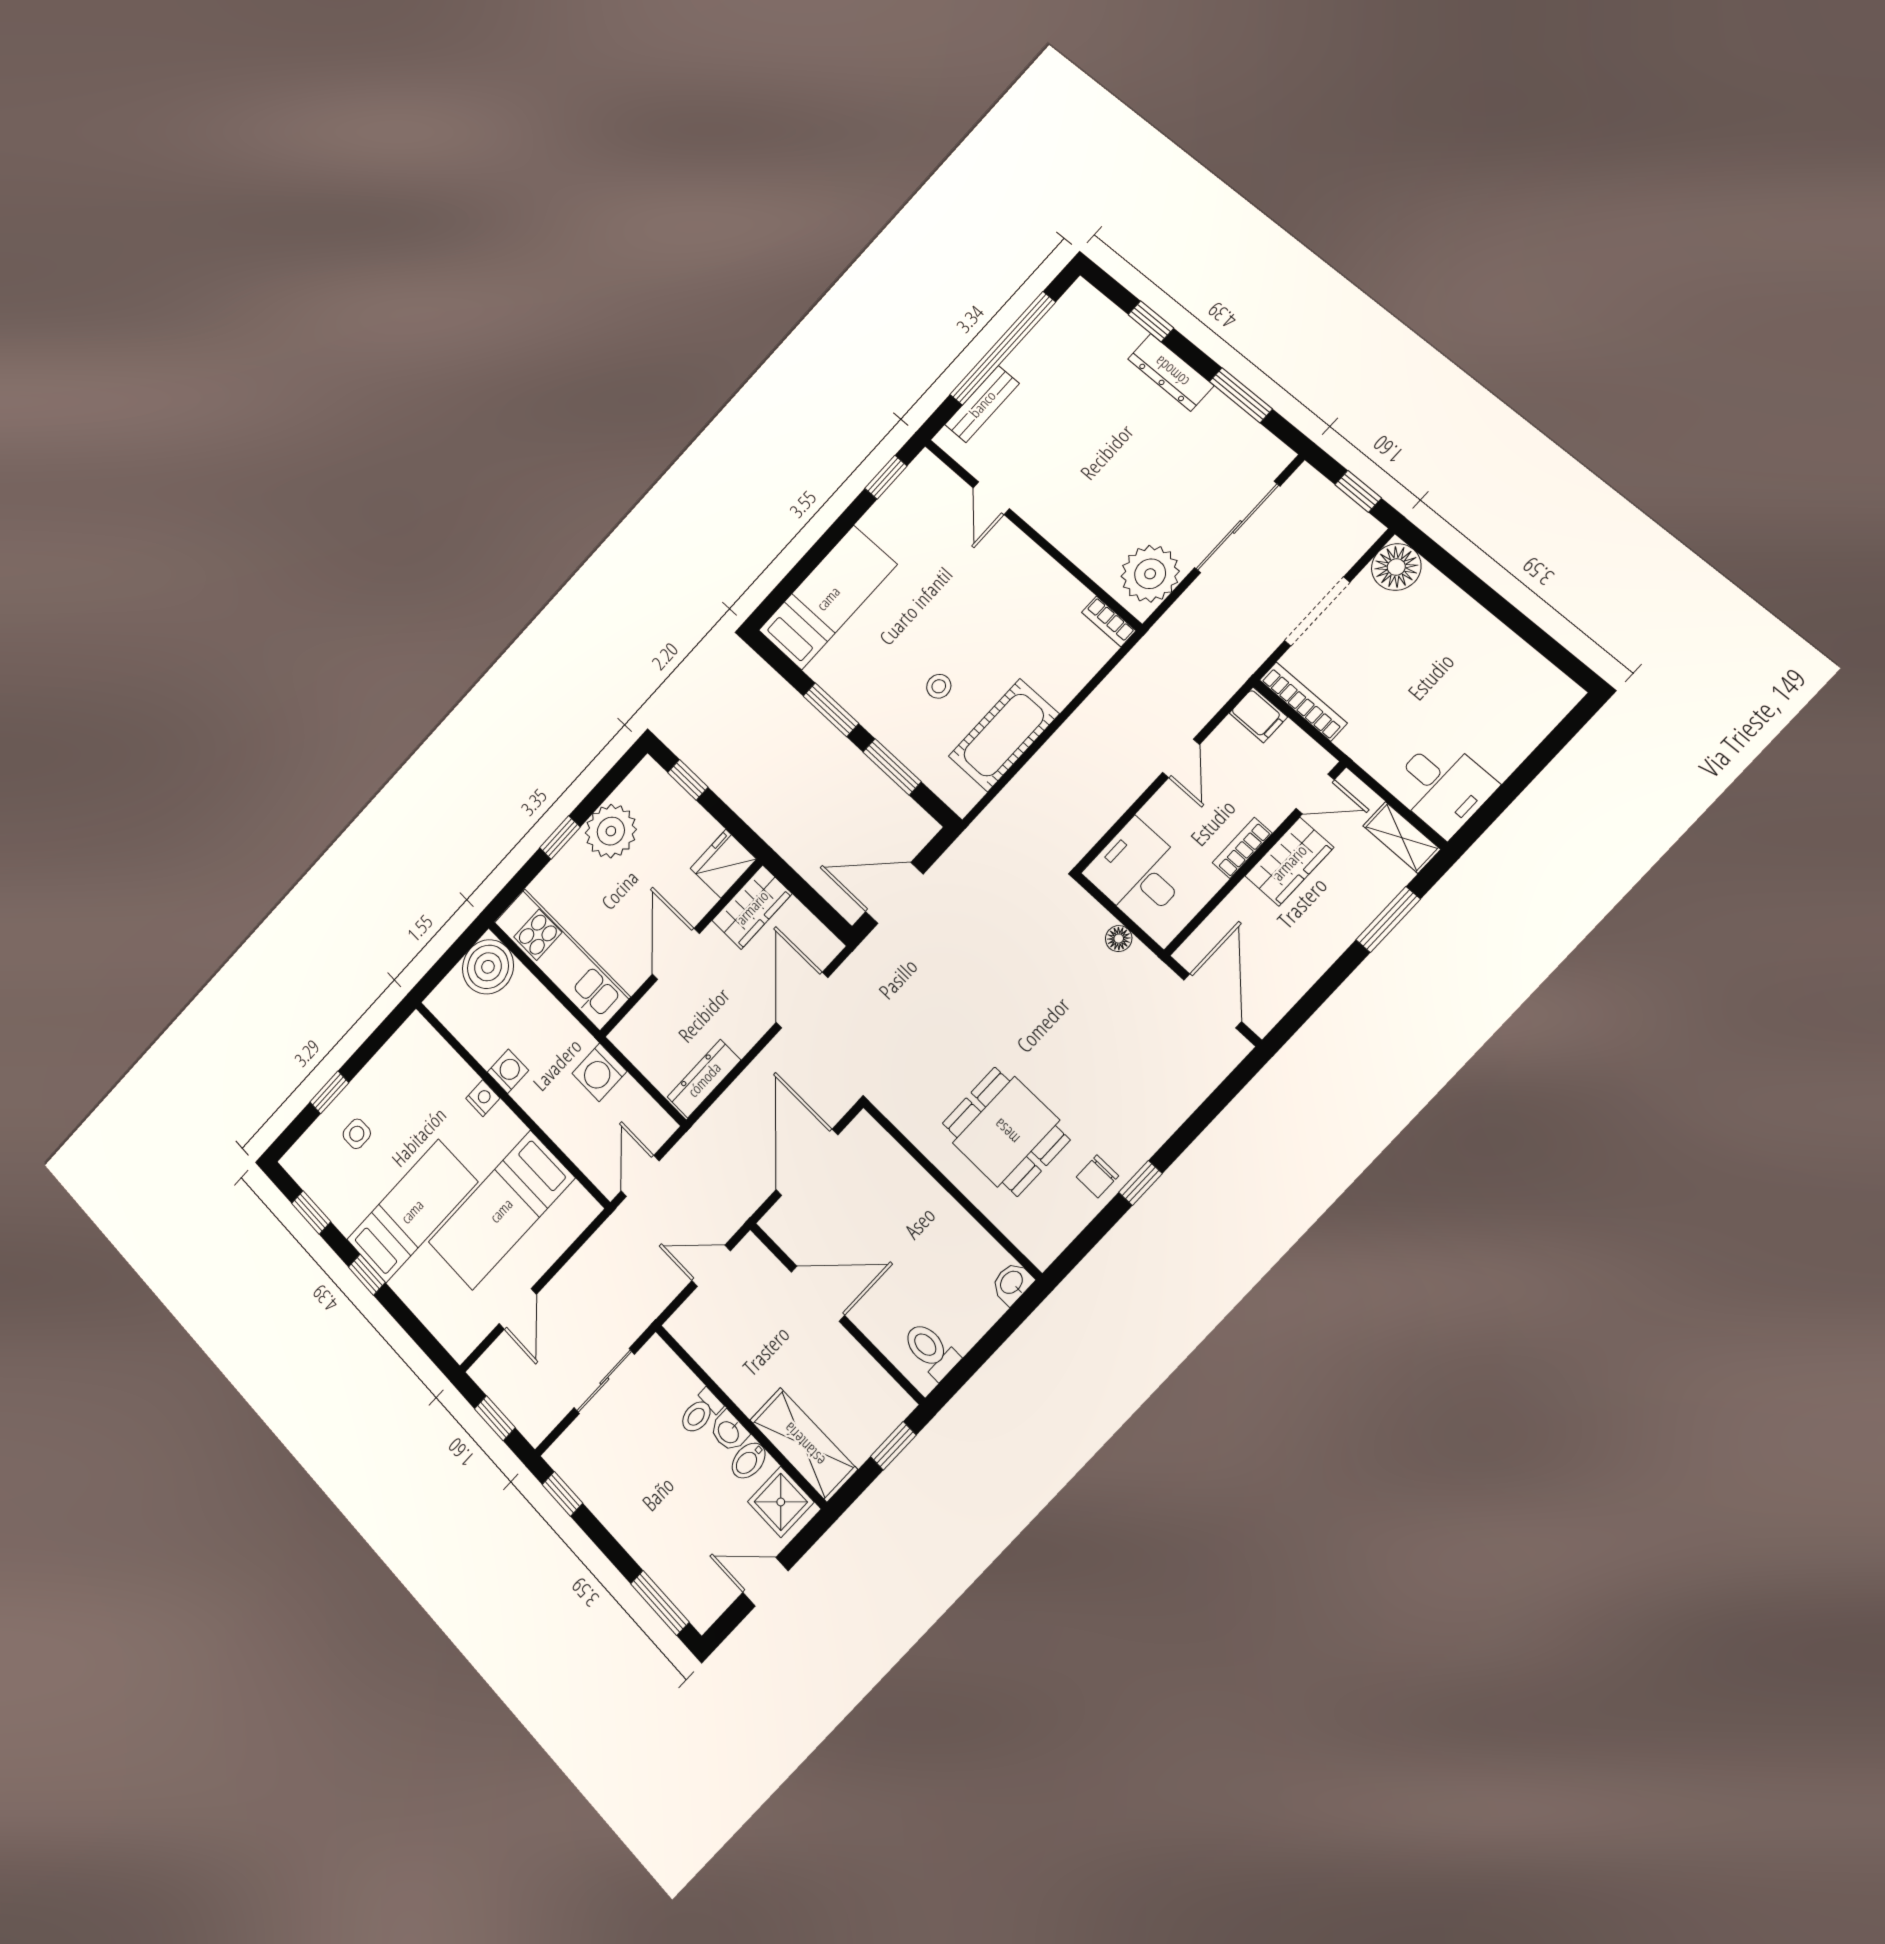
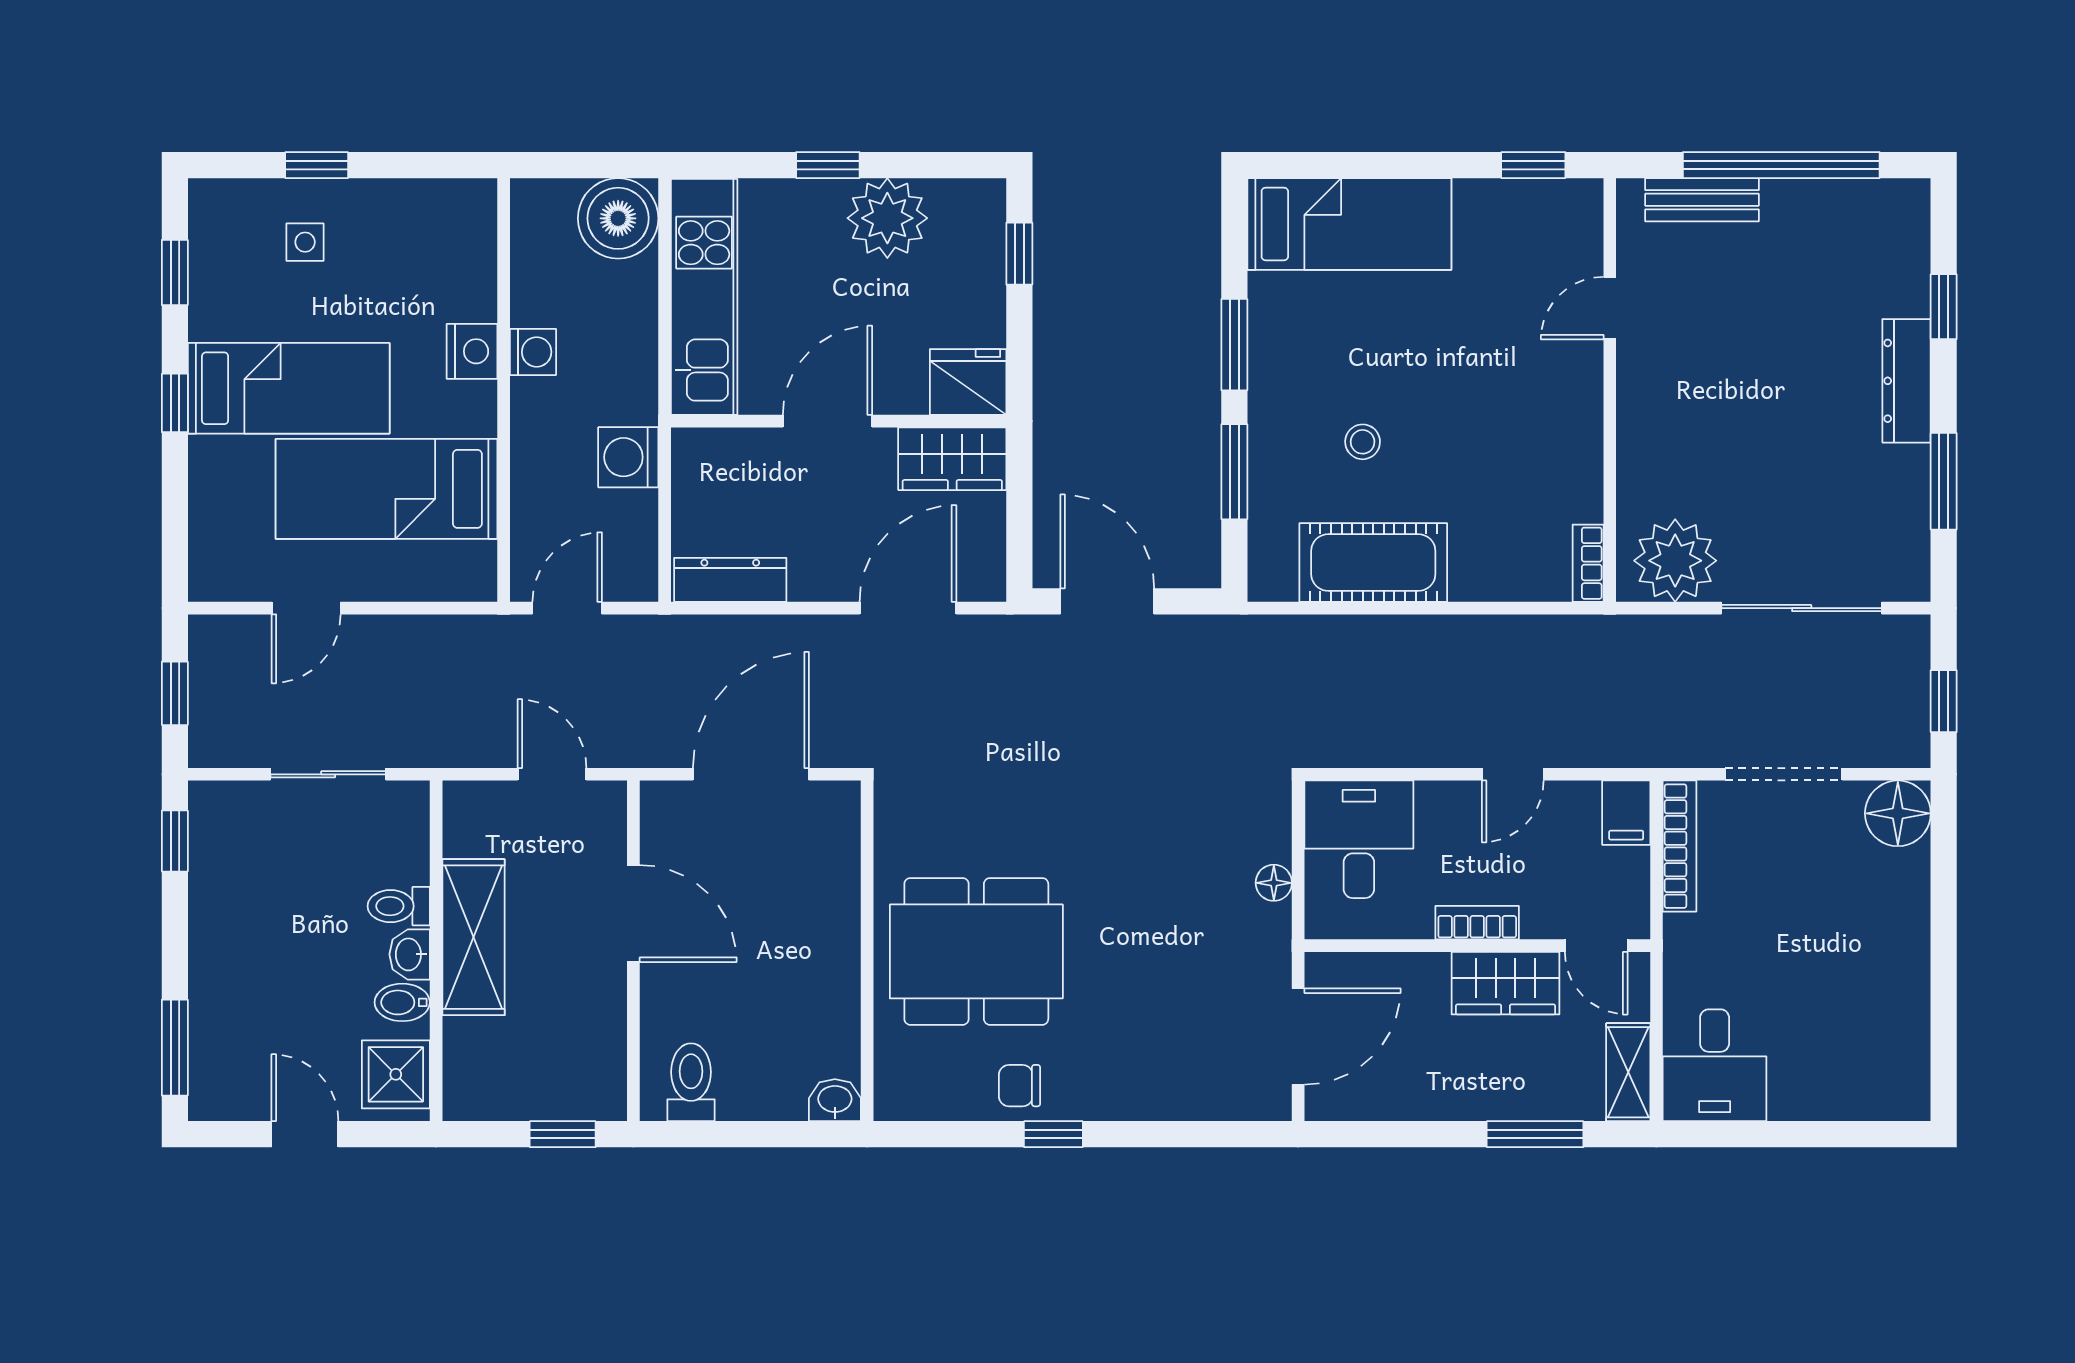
nightstand: (483, 1098) -> (472, 351), width x1.39, depth x1.35
dining table: (1006, 1132) -> (976, 951), width x1.37
shelving: (804, 1445) -> (474, 937), moved

